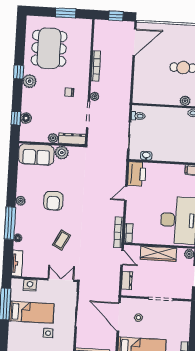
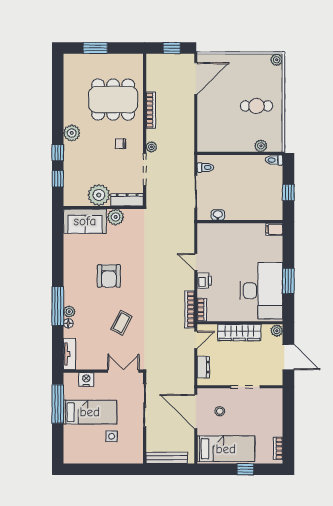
window: (66, 13) -> (95, 48), moved
dining table: (49, 48) -> (113, 100), moved, turned 90
window: (19, 72) -> (58, 153), moved
floor lamp: (26, 118) -> (70, 178), removed
plant: (53, 138) -> (99, 195), width x1.88, depth x1.88
printer: (137, 174) -> (204, 281), moved, width x0.53, depth x0.68
door: (126, 193) -> (196, 262), hinge flipped
plant: (21, 201) -> (69, 312), moved
door: (122, 258) -> (196, 340), hinge flipped

